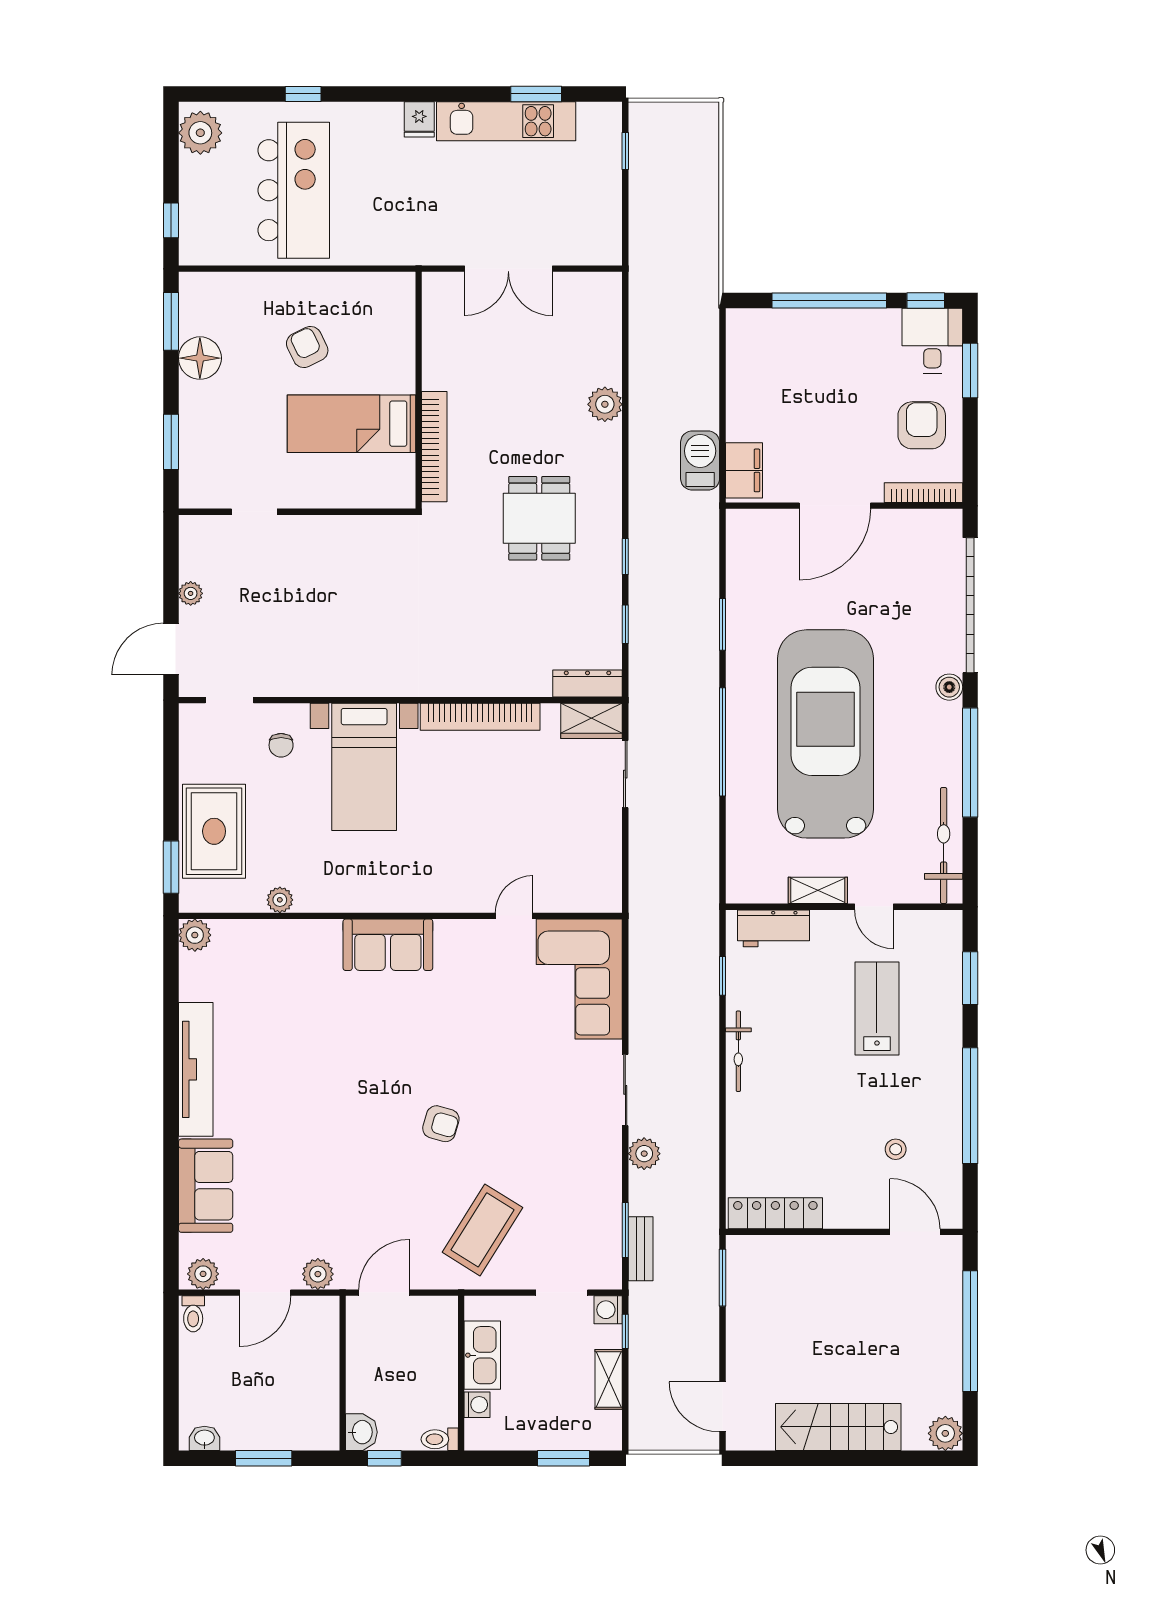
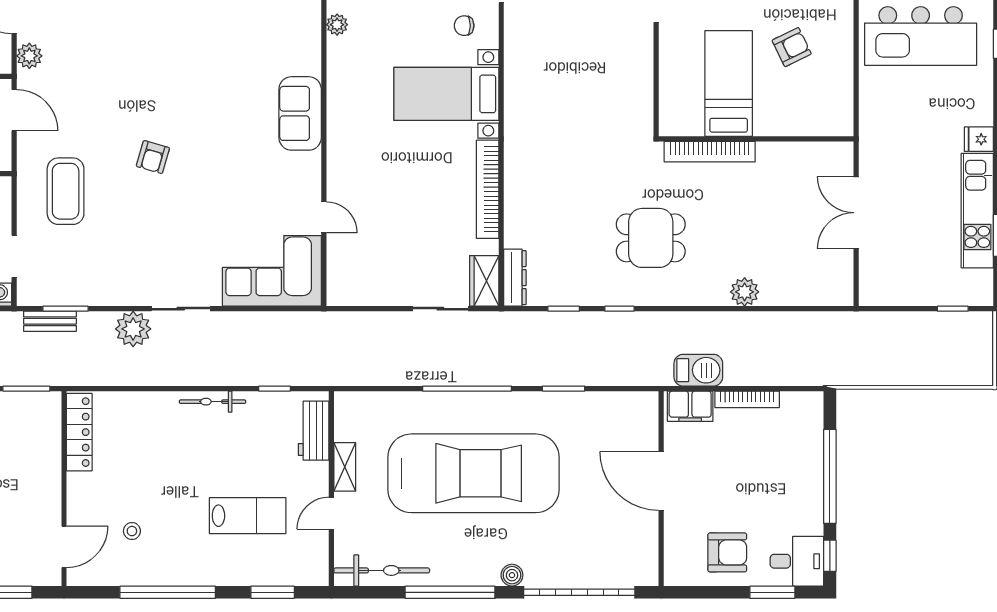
bookcase: (923, 493) -> (747, 399), moved, turned 90
plant: (644, 1154) -> (133, 329), width x1.36, depth x1.36
coffee table: (482, 1230) -> (66, 191), turned 58

